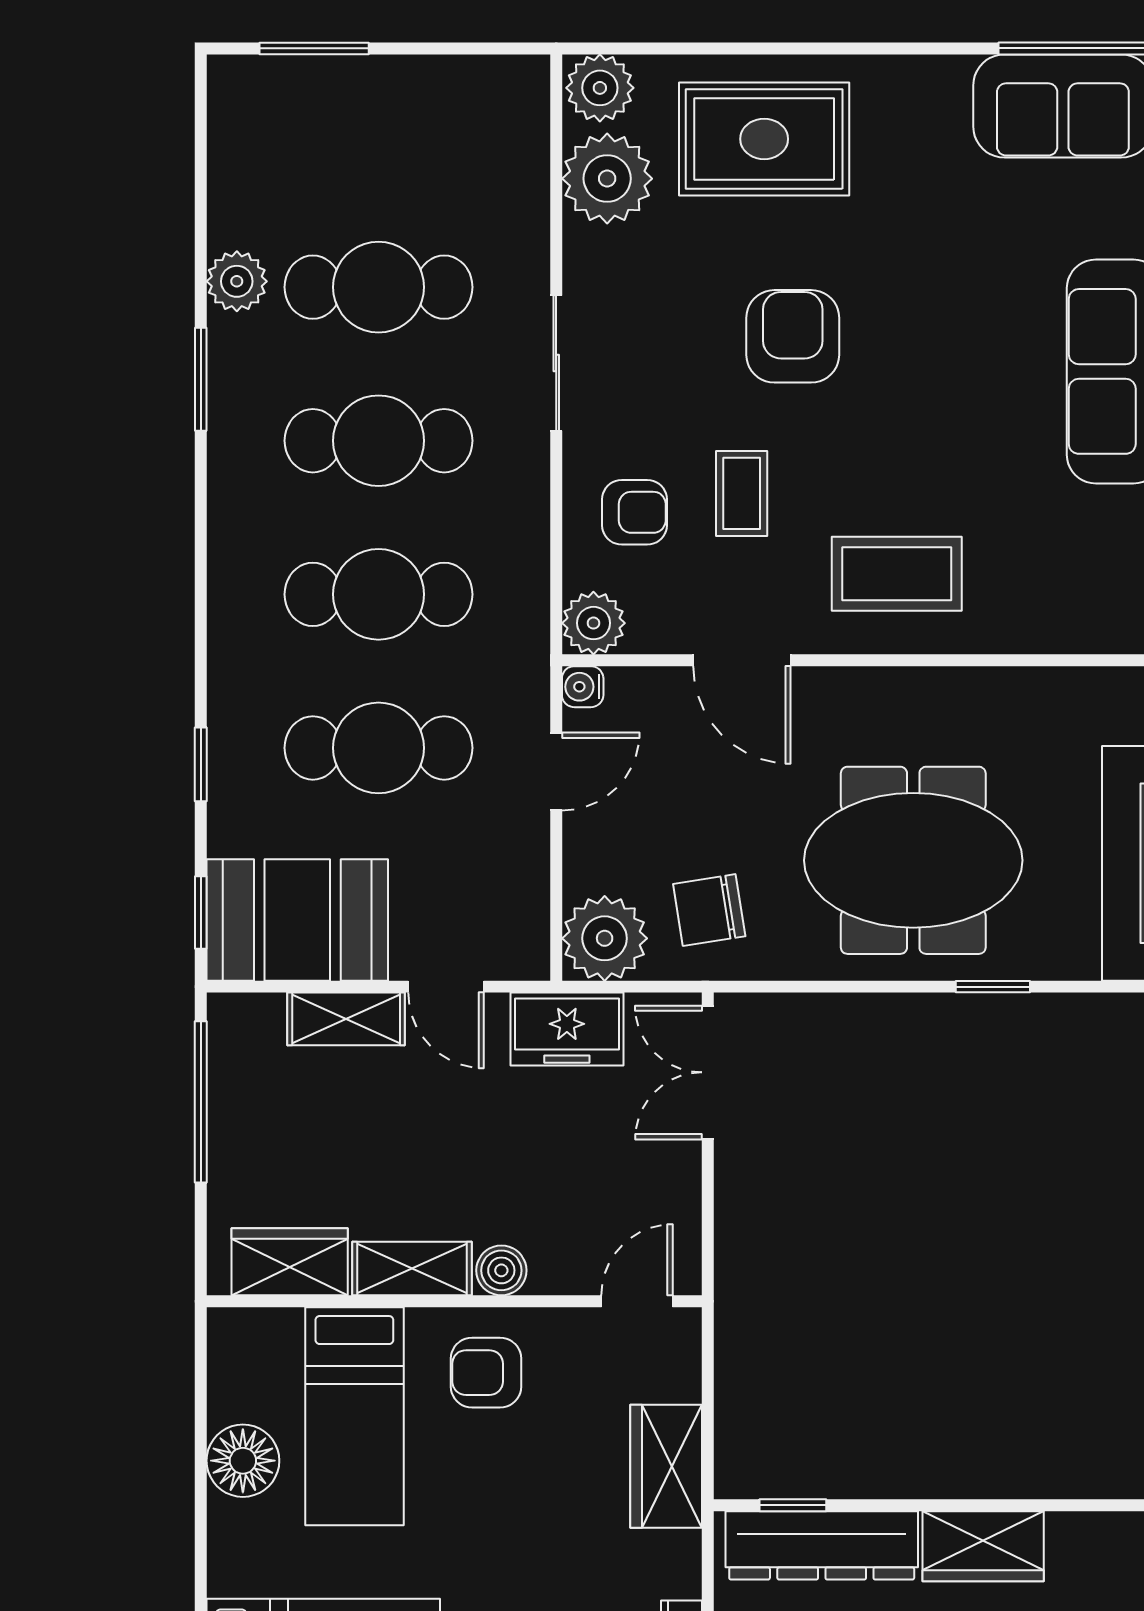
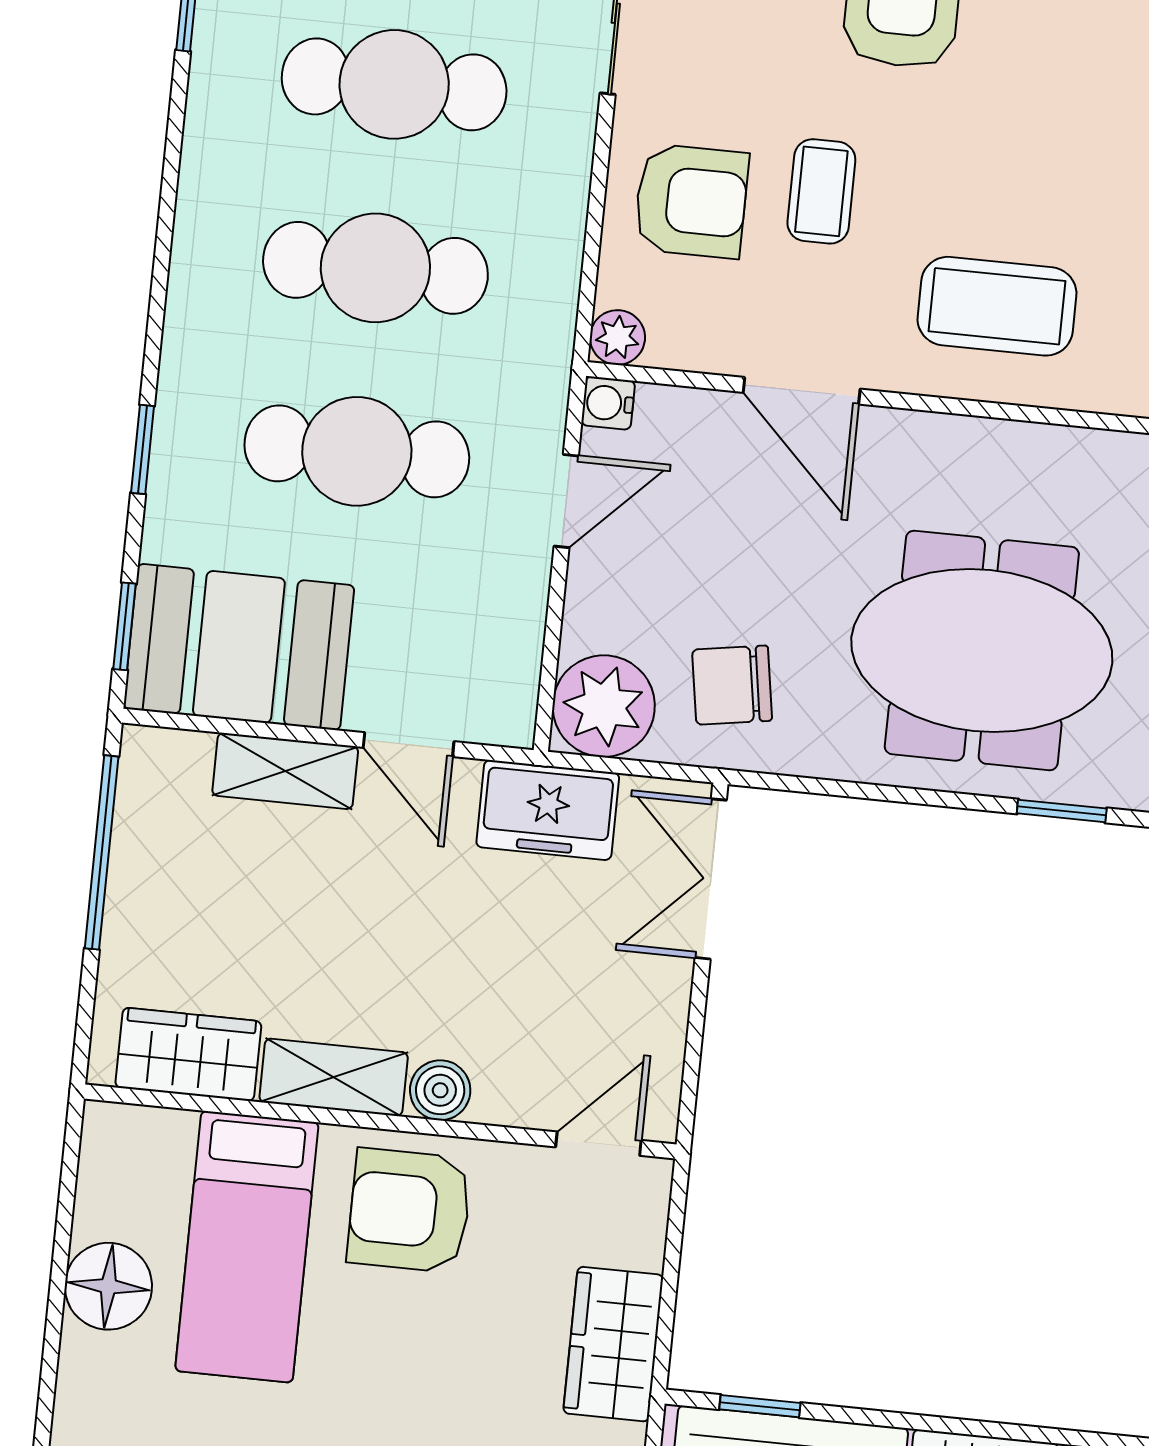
armchair: (634, 512) -> (691, 201), width x1.38, depth x1.38
plant: (593, 623) -> (617, 337), width x0.73, depth x0.73
armchair: (486, 1373) -> (409, 1210), width x1.38, depth x1.38

